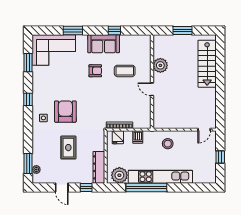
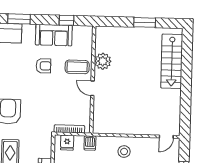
plant: (160, 65) -> (103, 61), moved
wall: (152, 82) -> (93, 80), moved
door: (152, 89) -> (92, 88), moved

